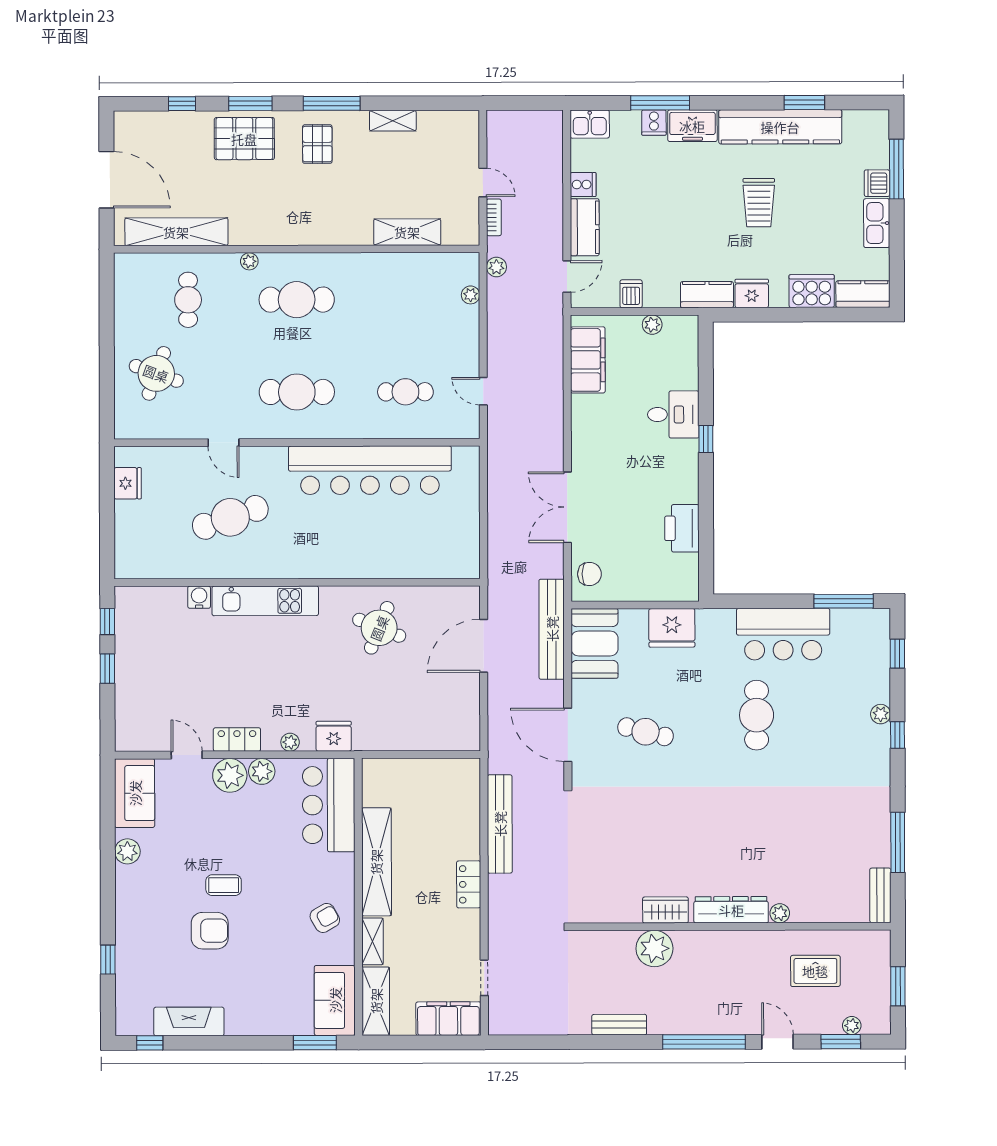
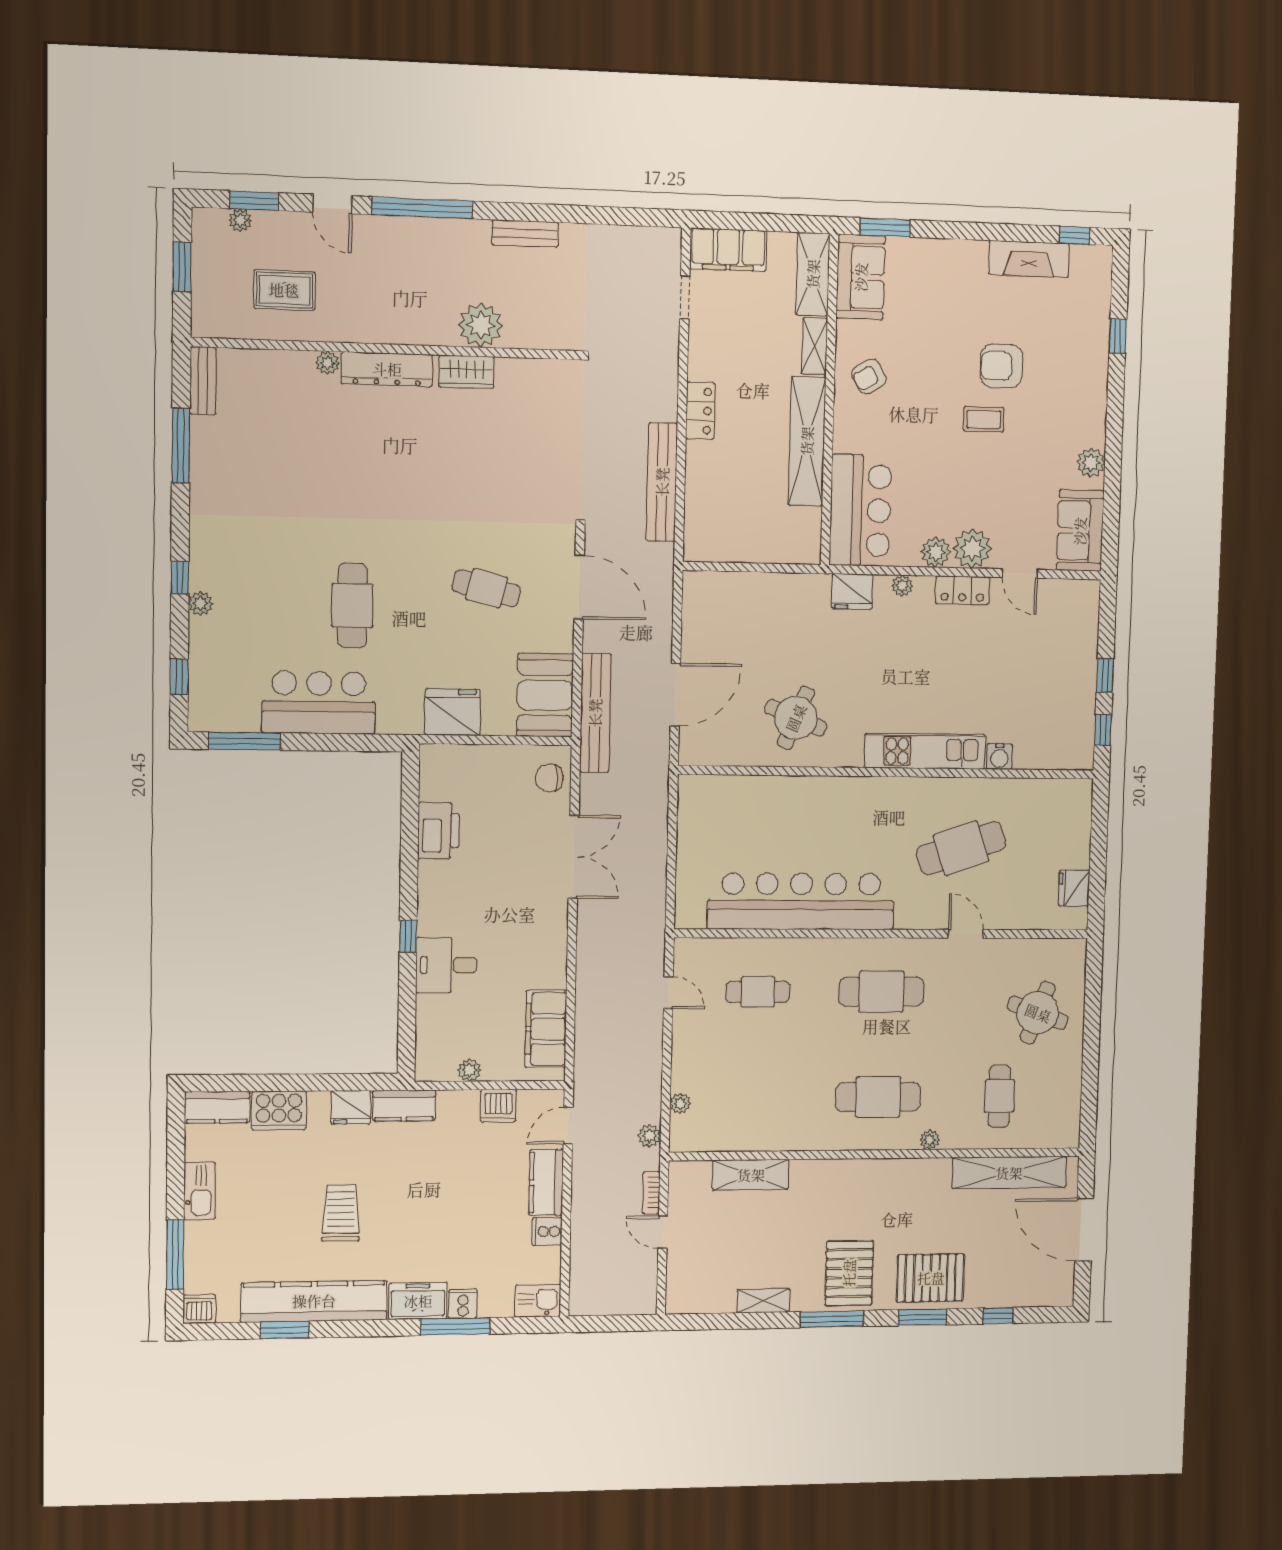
pallet: (317, 144) -> (849, 1273), width x1.50, depth x1.42
dishwasher: (877, 183) -> (199, 1309), moved, turned -90
dishwasher: (631, 294) -> (498, 1106), width x1.38

